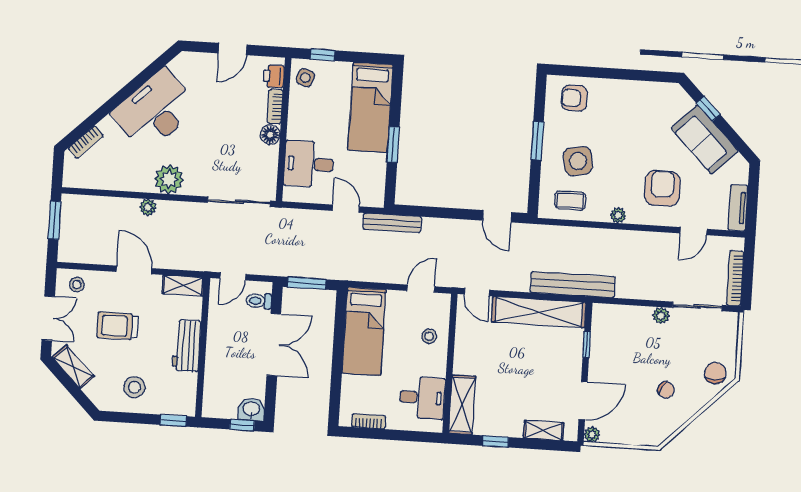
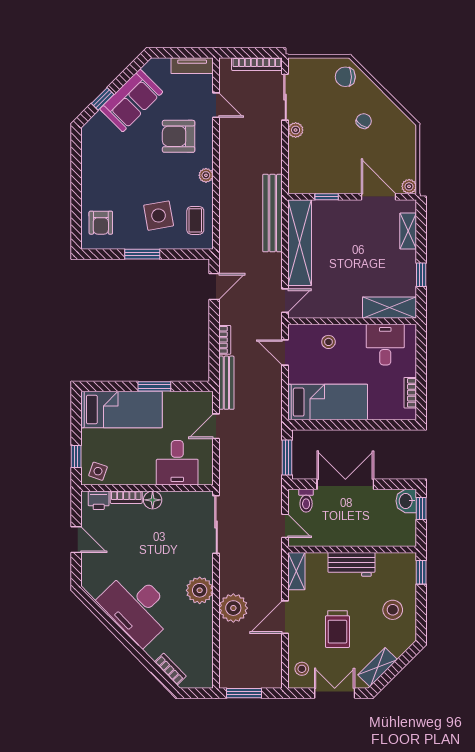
plant: (148, 207) -> (233, 608), width x1.88, depth x1.88
bookcase: (439, 224) -> (225, 340), added

